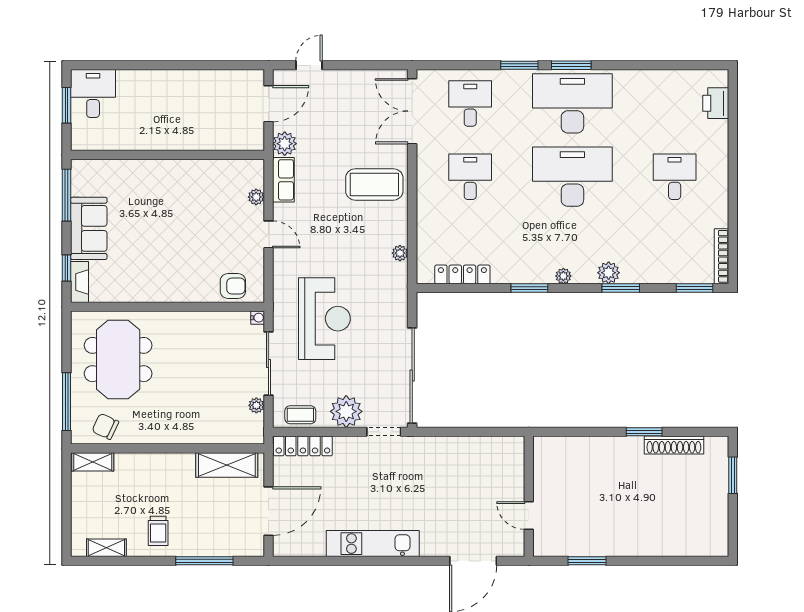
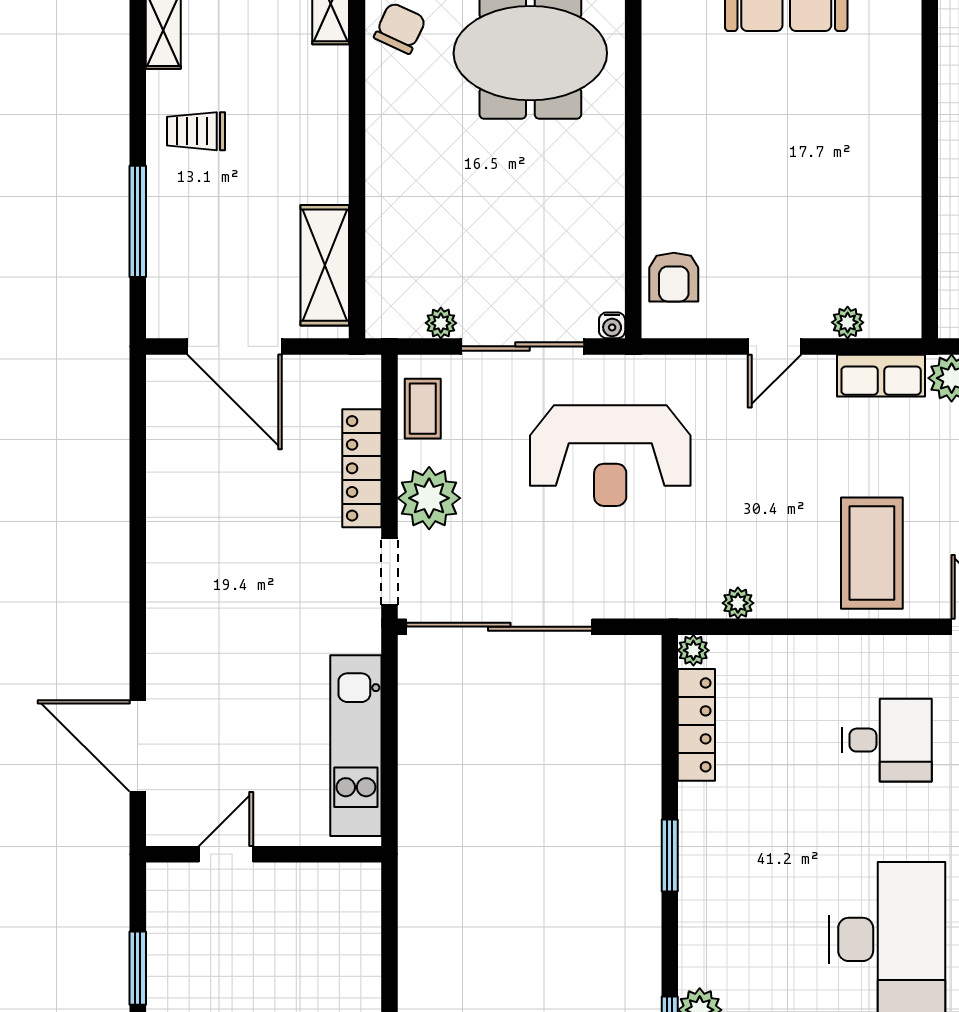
plant: (563, 276) -> (693, 650), moved
locker: (303, 446) -> (362, 468), moved
kitchen unit: (373, 544) -> (356, 746), moved, turned 180

